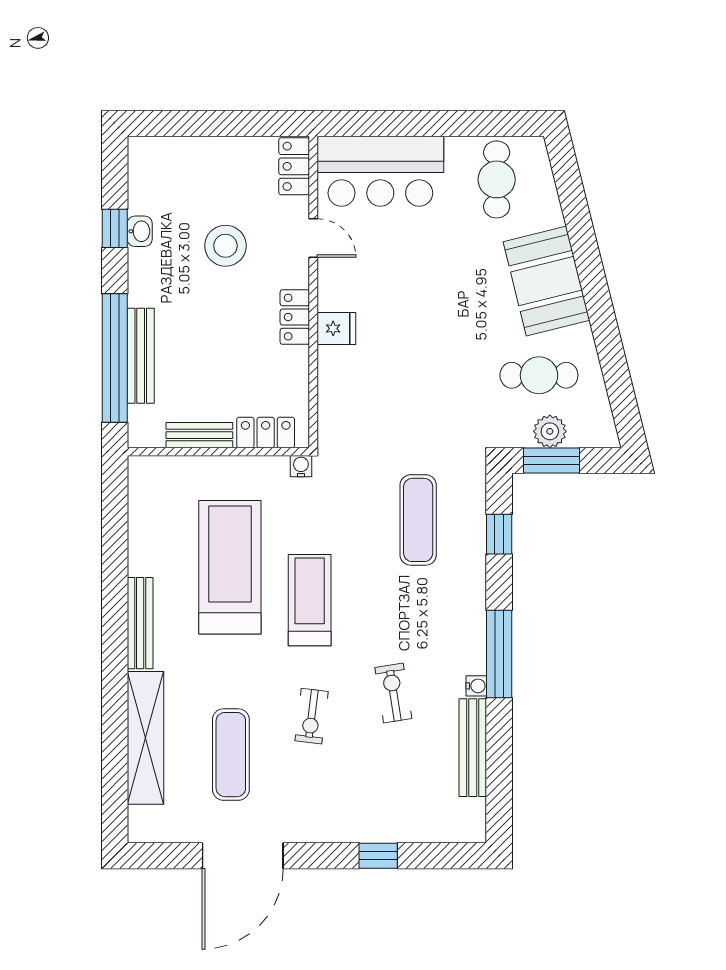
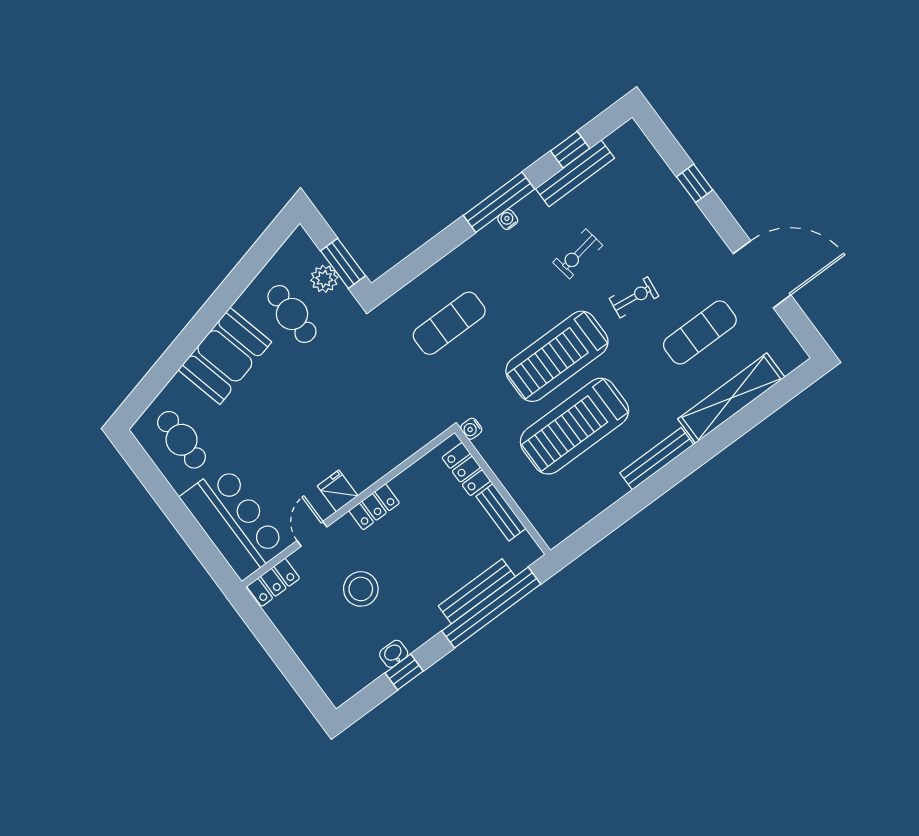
cafe table: (497, 179) -> (182, 440), turned 90
fridge: (336, 328) -> (338, 491), moved
window: (499, 534) -> (570, 150), moved
treadmill: (310, 600) -> (557, 356), width x1.37, depth x1.38
water cooler: (476, 686) -> (508, 220), moved

